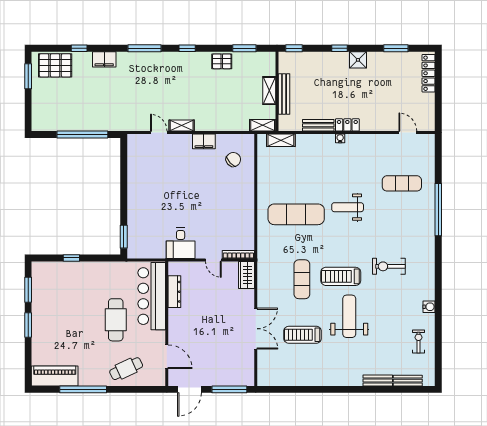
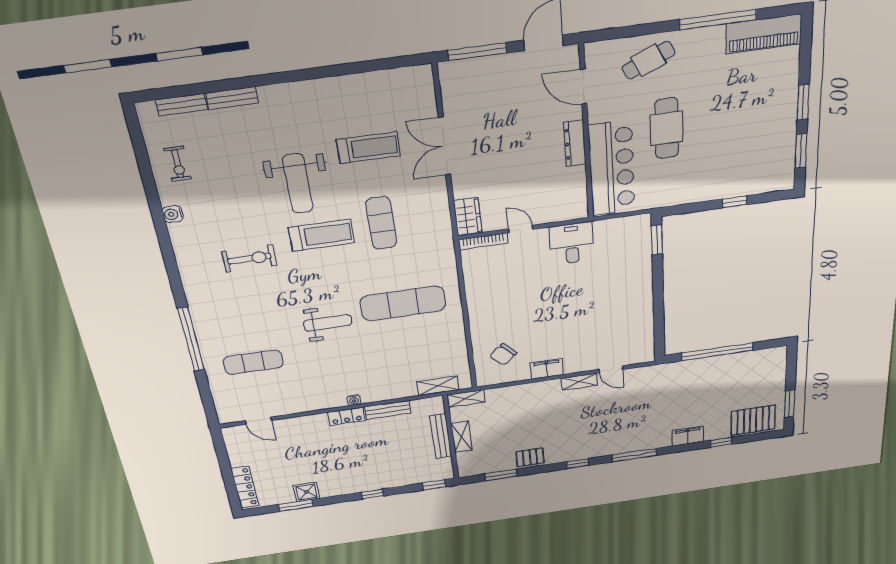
shower: (358, 60) -> (307, 492), moved
dresser: (174, 292) -> (575, 143), moved

